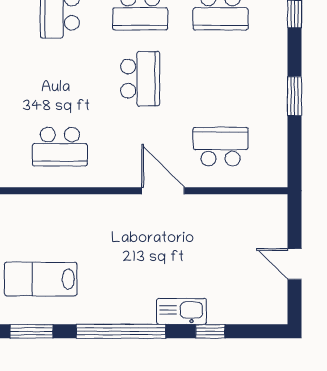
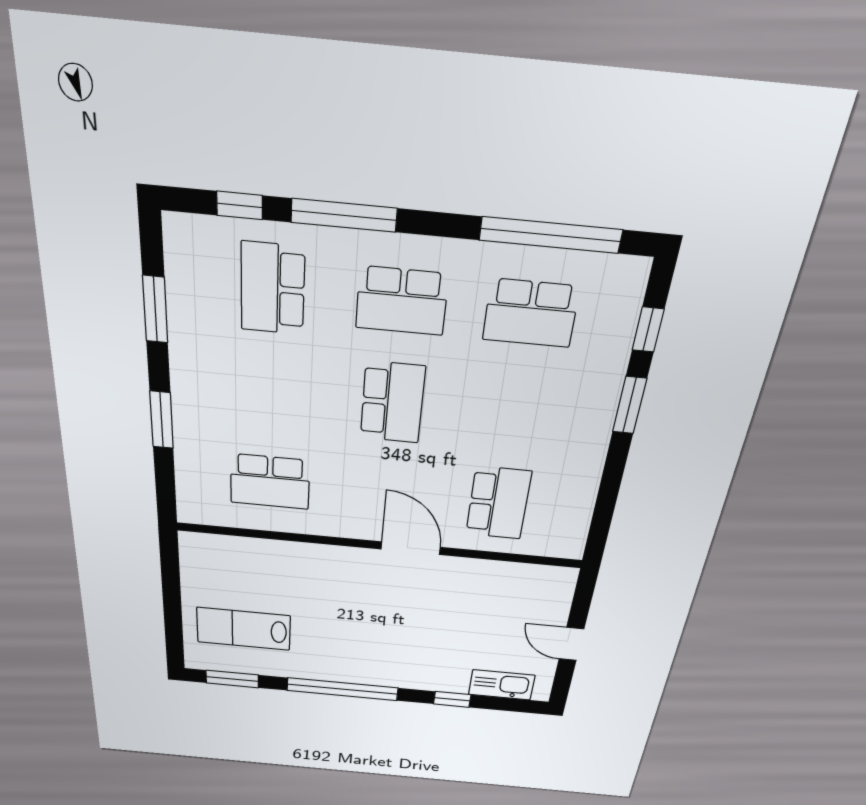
window: (295, 96) -> (630, 405), moved
school desk: (220, 147) -> (498, 503), turned 90
kitchen sink: (182, 311) -> (502, 685), moved

